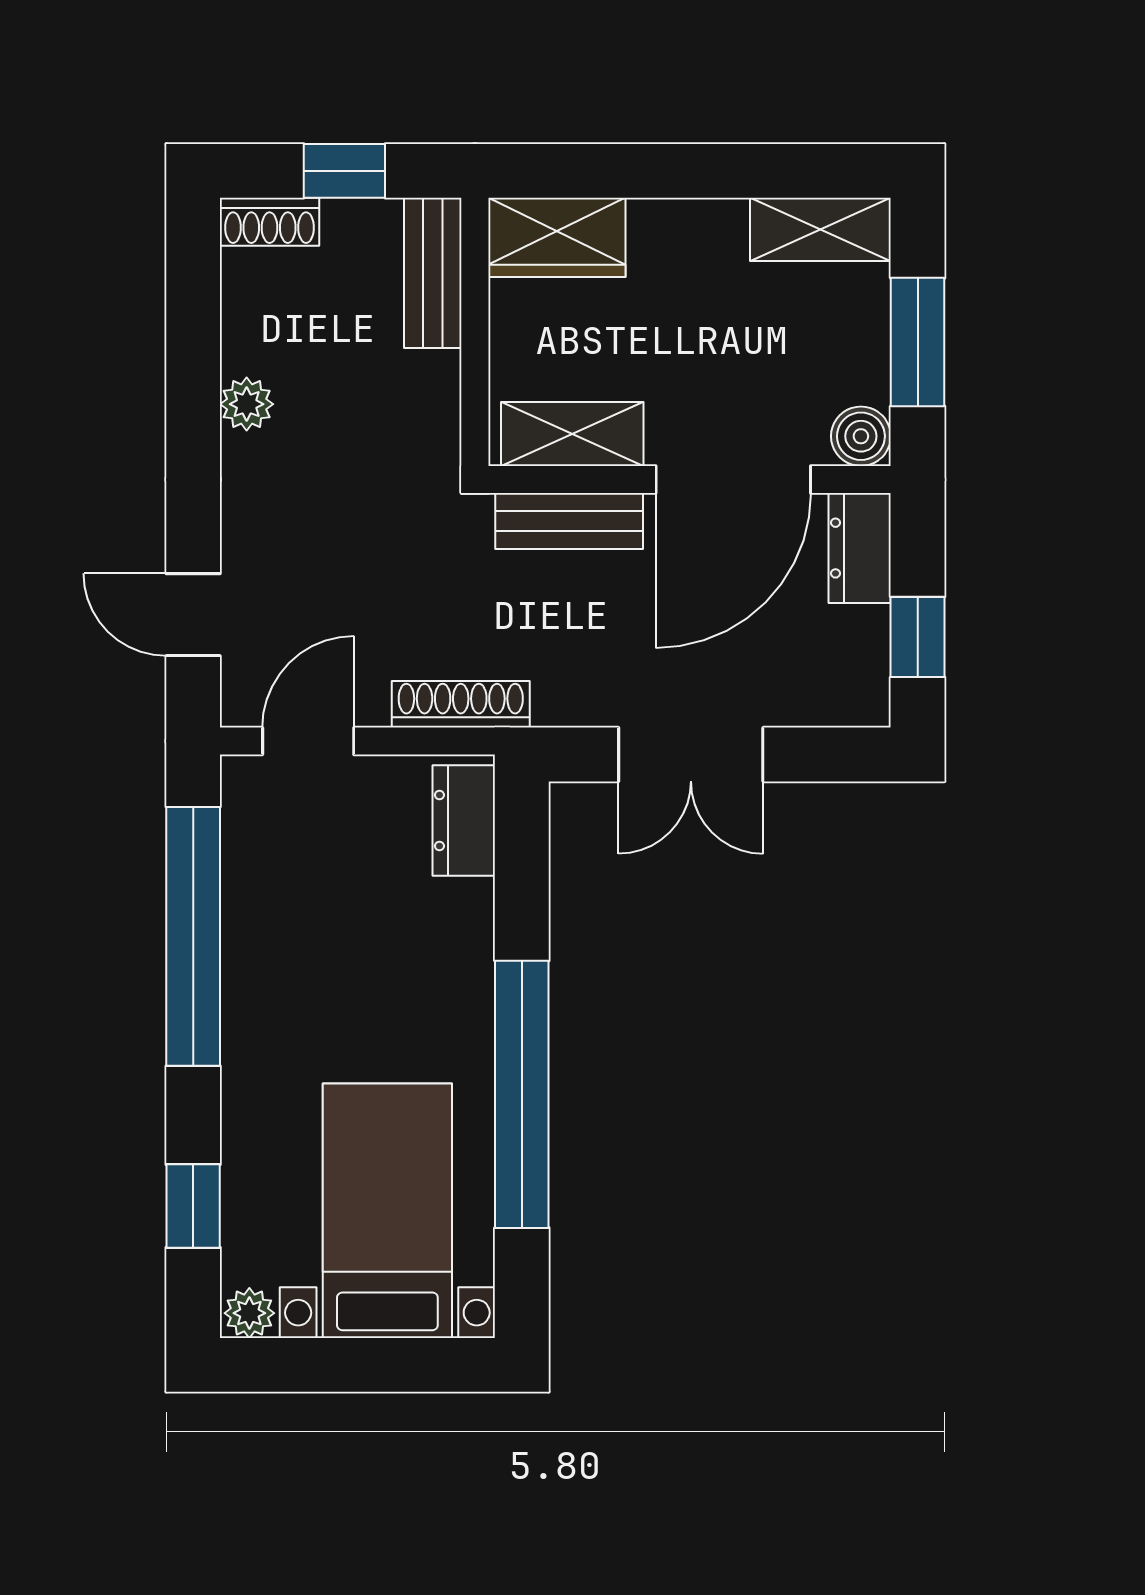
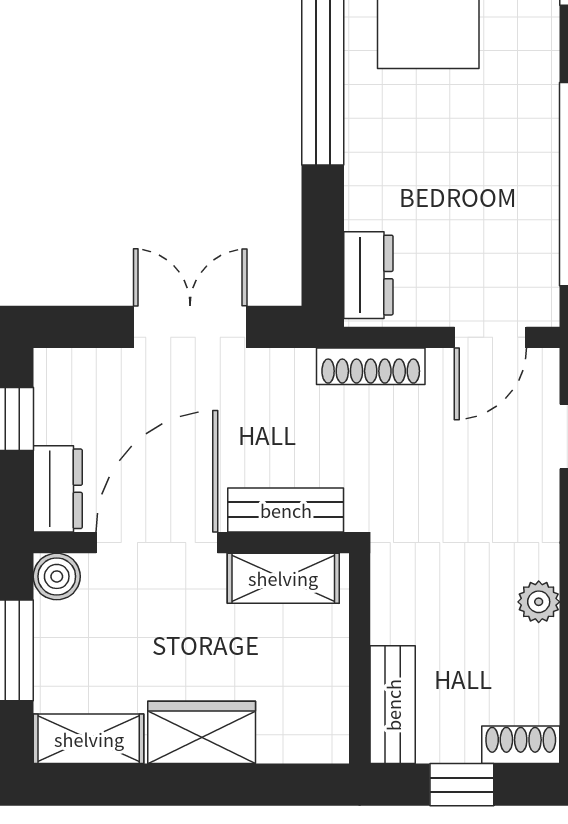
wardrobe: (557, 237) -> (202, 732), moved

